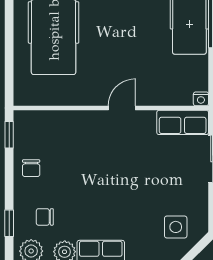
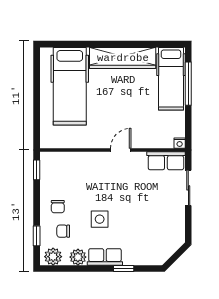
chair: (31, 168) -> (58, 207), moved
side table: (176, 227) -> (100, 219), moved

